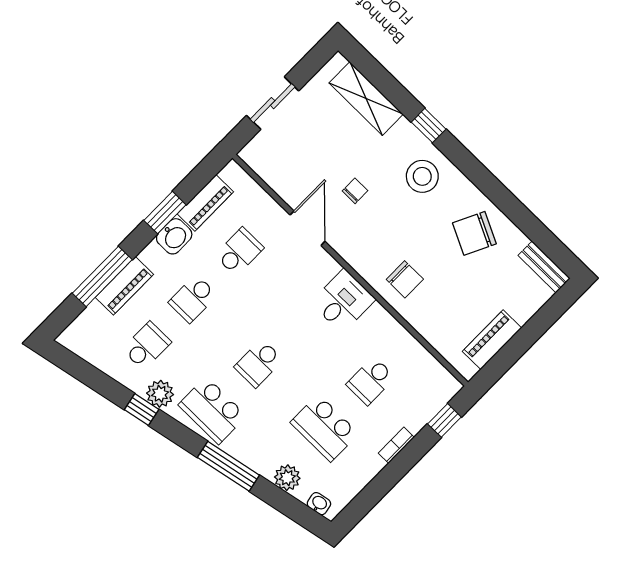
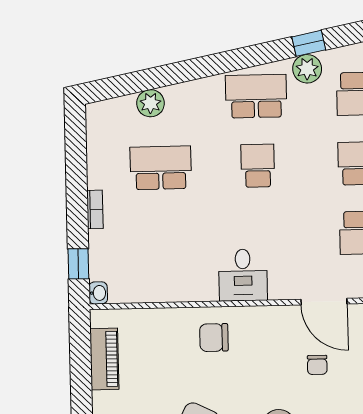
school desk: (371, 381) -> (162, 237), removed
window: (228, 466) -> (202, 67), removed
washbasin: (319, 504) -> (98, 293), moved, turned -79

